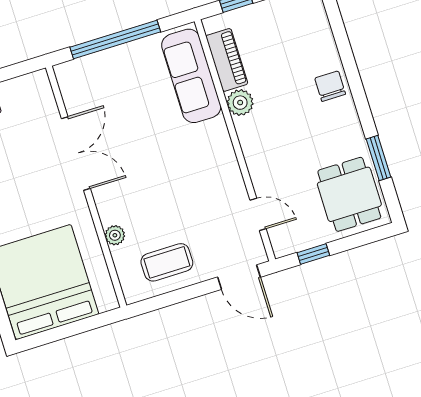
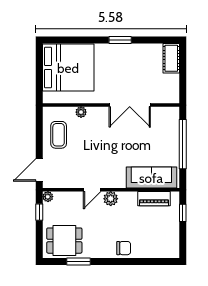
plant: (240, 103) -> (111, 199), moved
door: (258, 214) -> (92, 190), moved
plant: (281, 247) -> (48, 197), added

